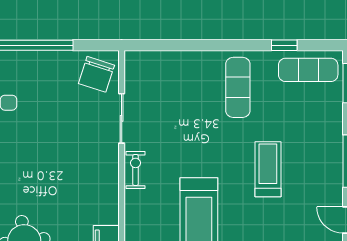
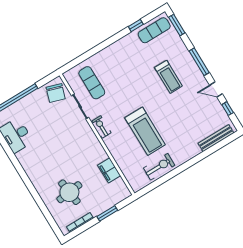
exercise mat: (238, 87) -> (92, 83), moved
treadmill: (268, 169) -> (168, 77), moved, turned 180

